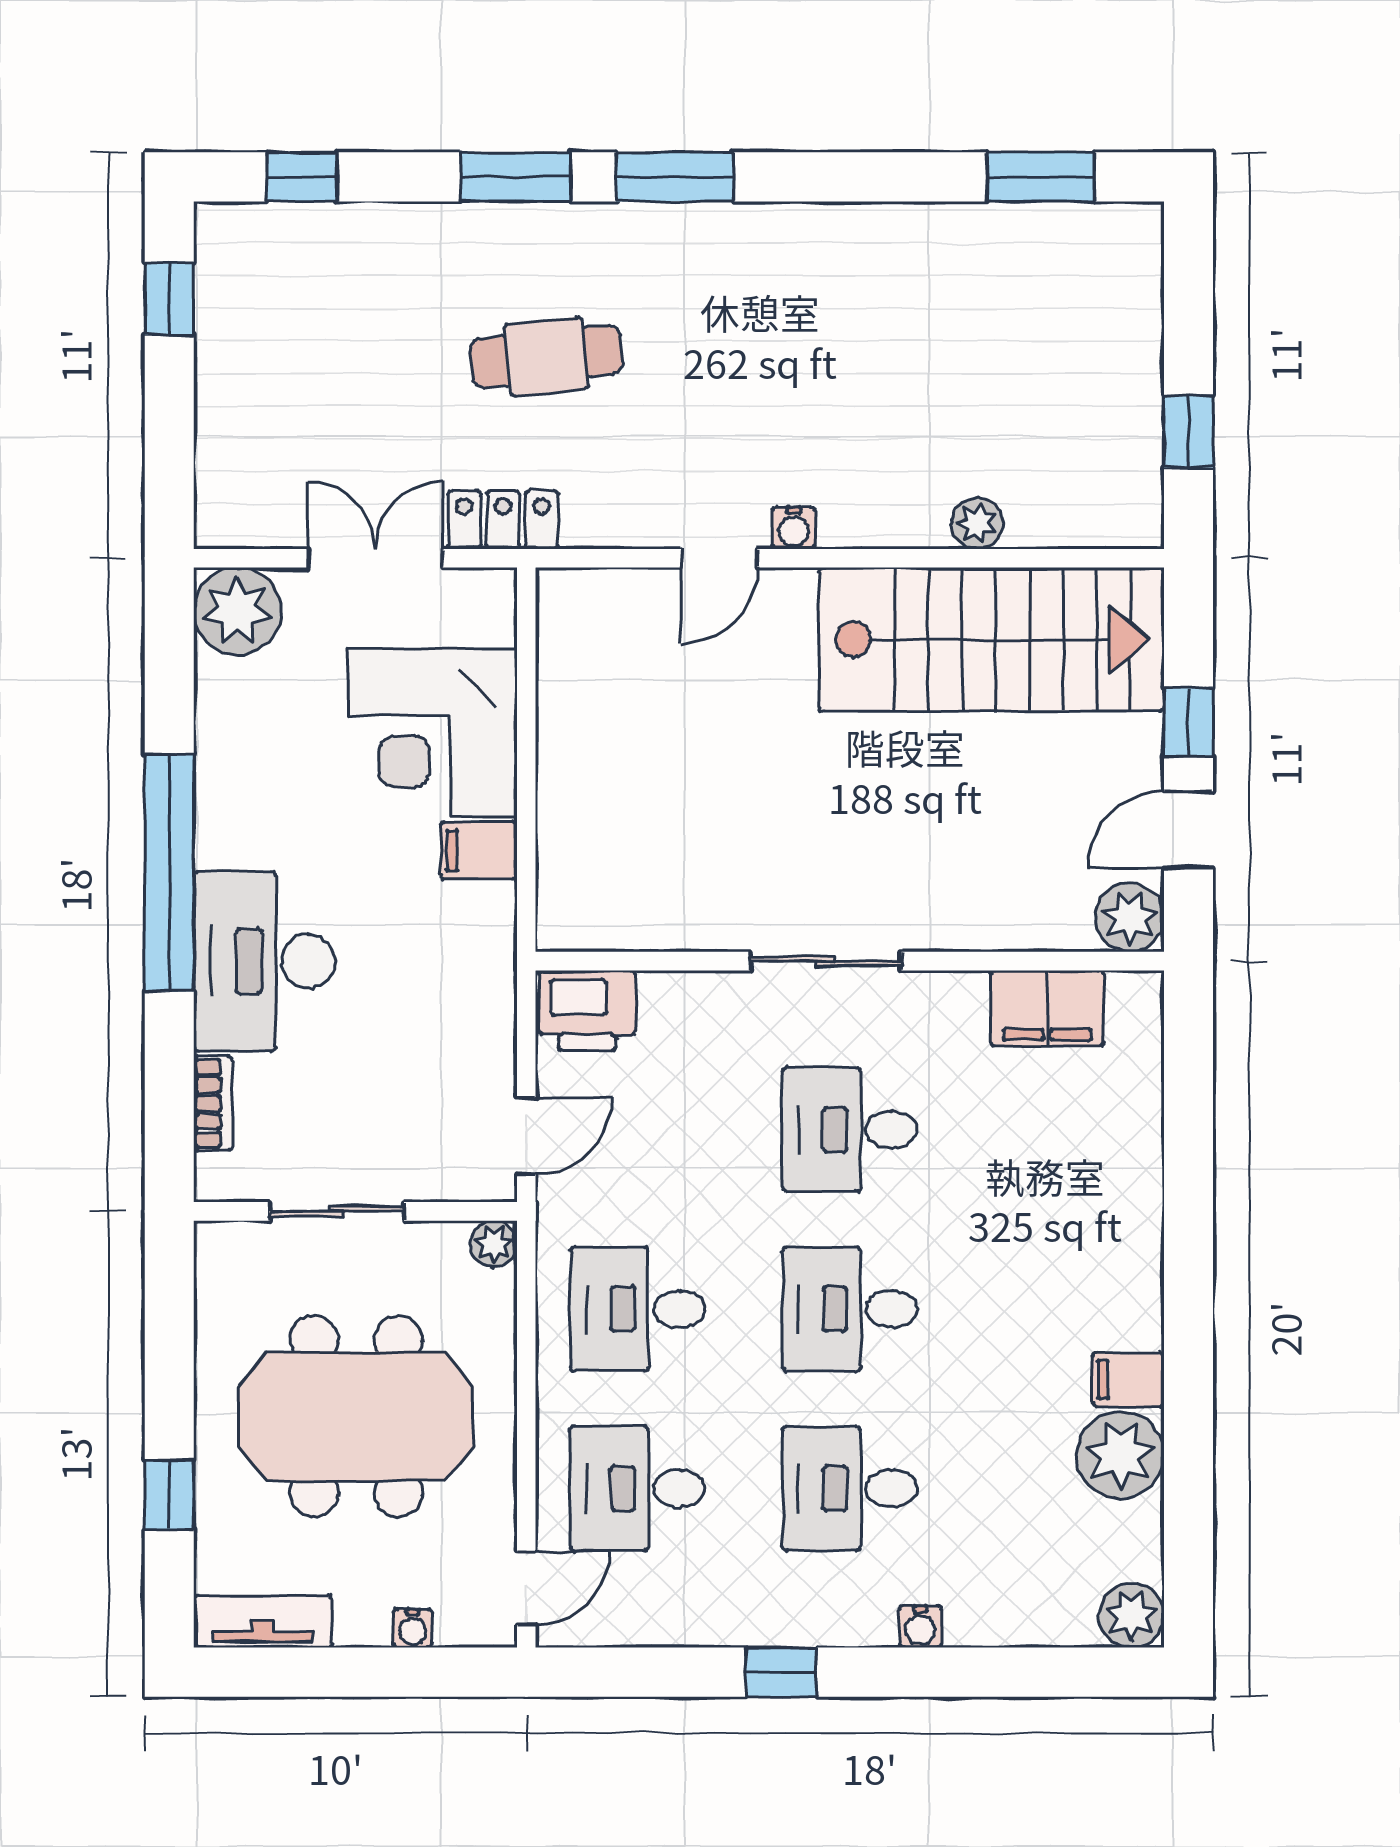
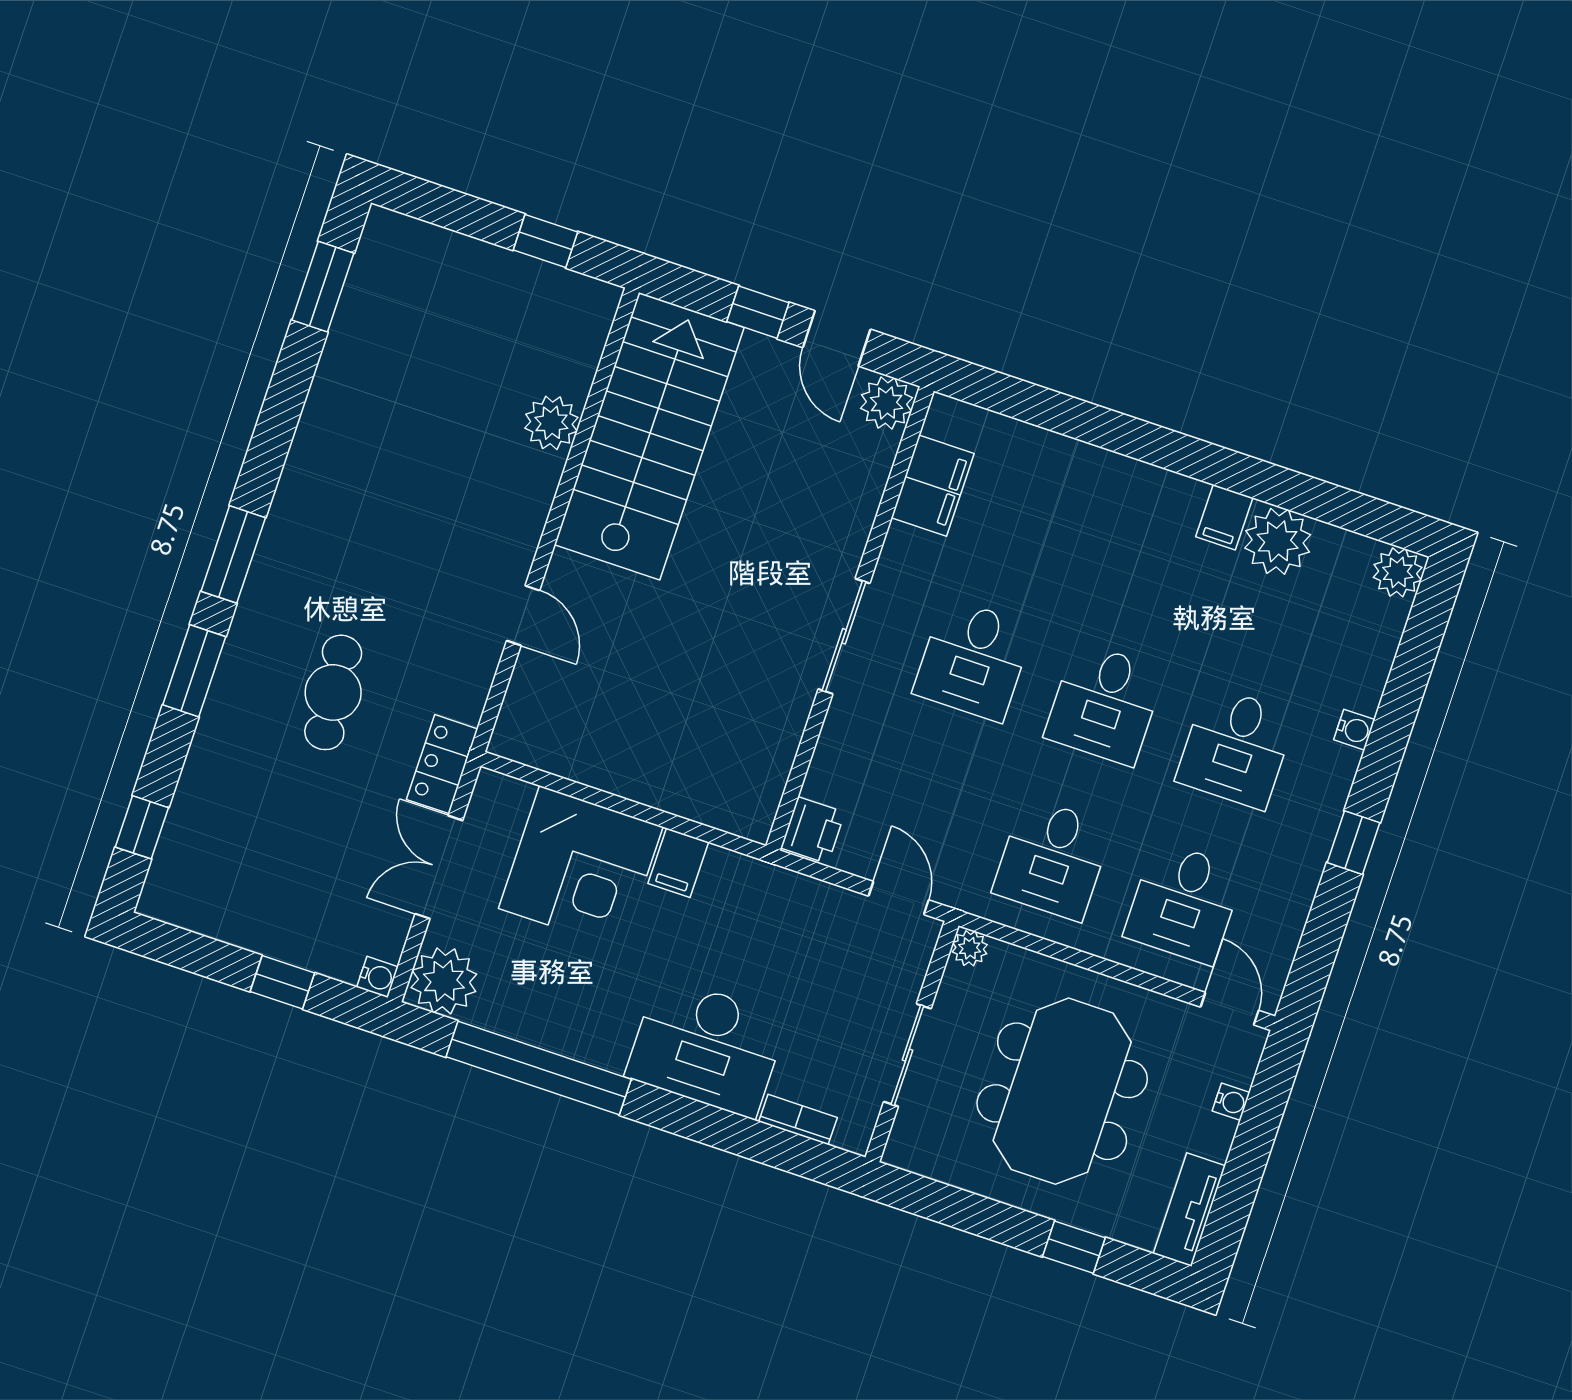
window: (169, 299) -> (282, 982), moved
plant: (977, 523) -> (551, 423), width x1.38, depth x1.38
water cooler: (794, 528) -> (377, 977), moved
window: (169, 873) -> (539, 1068), moved
printer: (587, 1010) -> (813, 830), width x0.73, depth x0.81

